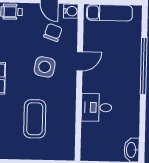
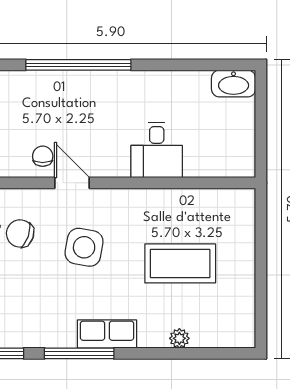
chair: (95, 46) -> (43, 156), added

